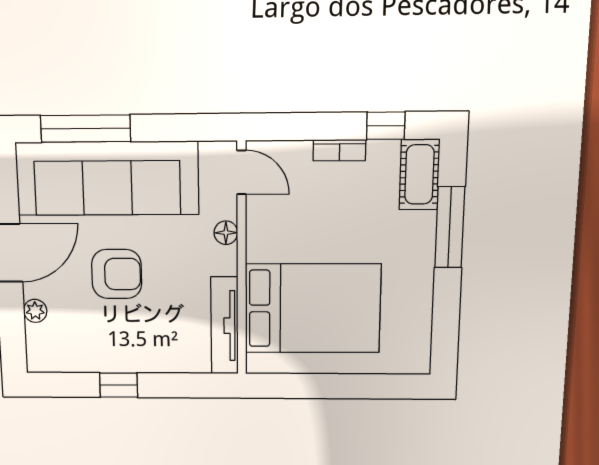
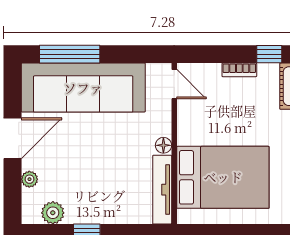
floor lamp: (226, 233) -> (163, 145), moved
armchair: (117, 274) -> (88, 153), removed
plant: (70, 357) -> (53, 213), added

